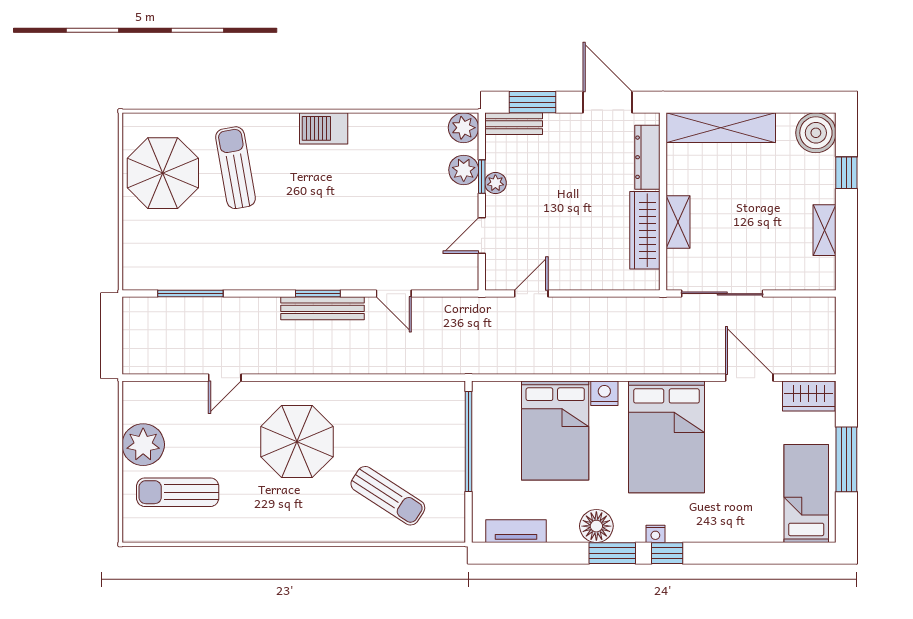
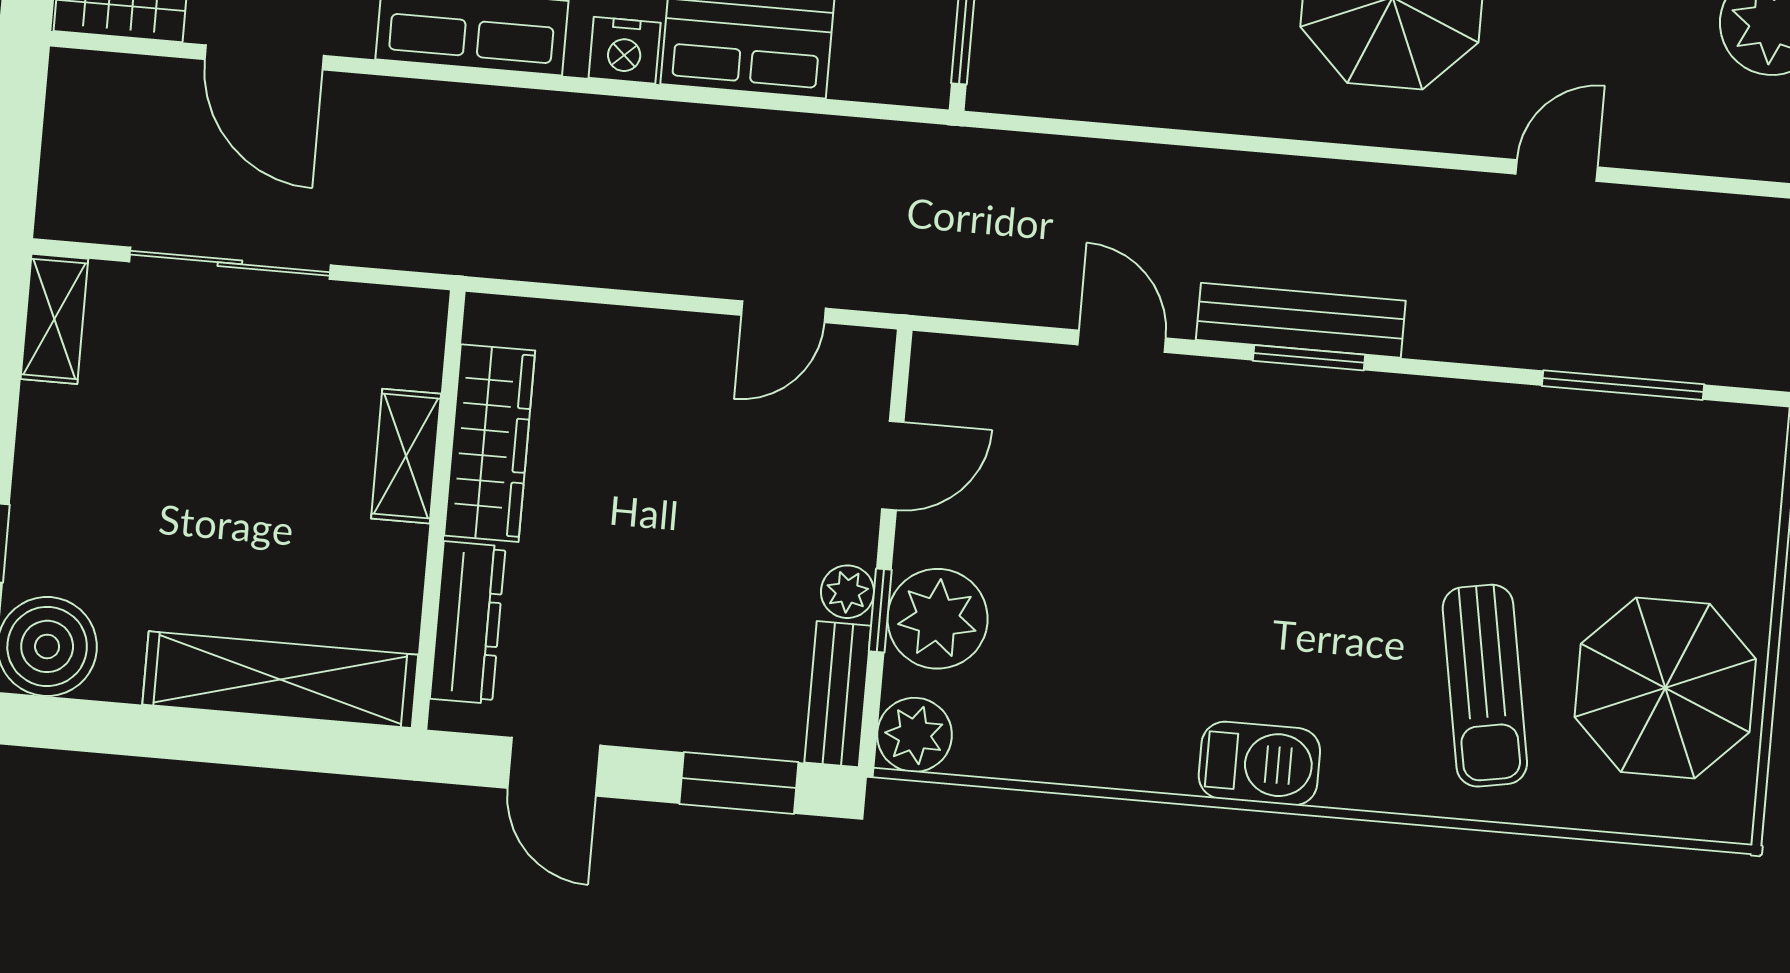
door: (608, 102) -> (554, 767), width x0.73
bench: (514, 124) -> (838, 694), moved, turned 90
plant: (464, 170) -> (938, 619), width x1.36, depth x1.36
shelving: (825, 230) -> (54, 319), moved
sliding door: (722, 294) -> (230, 263), moved

